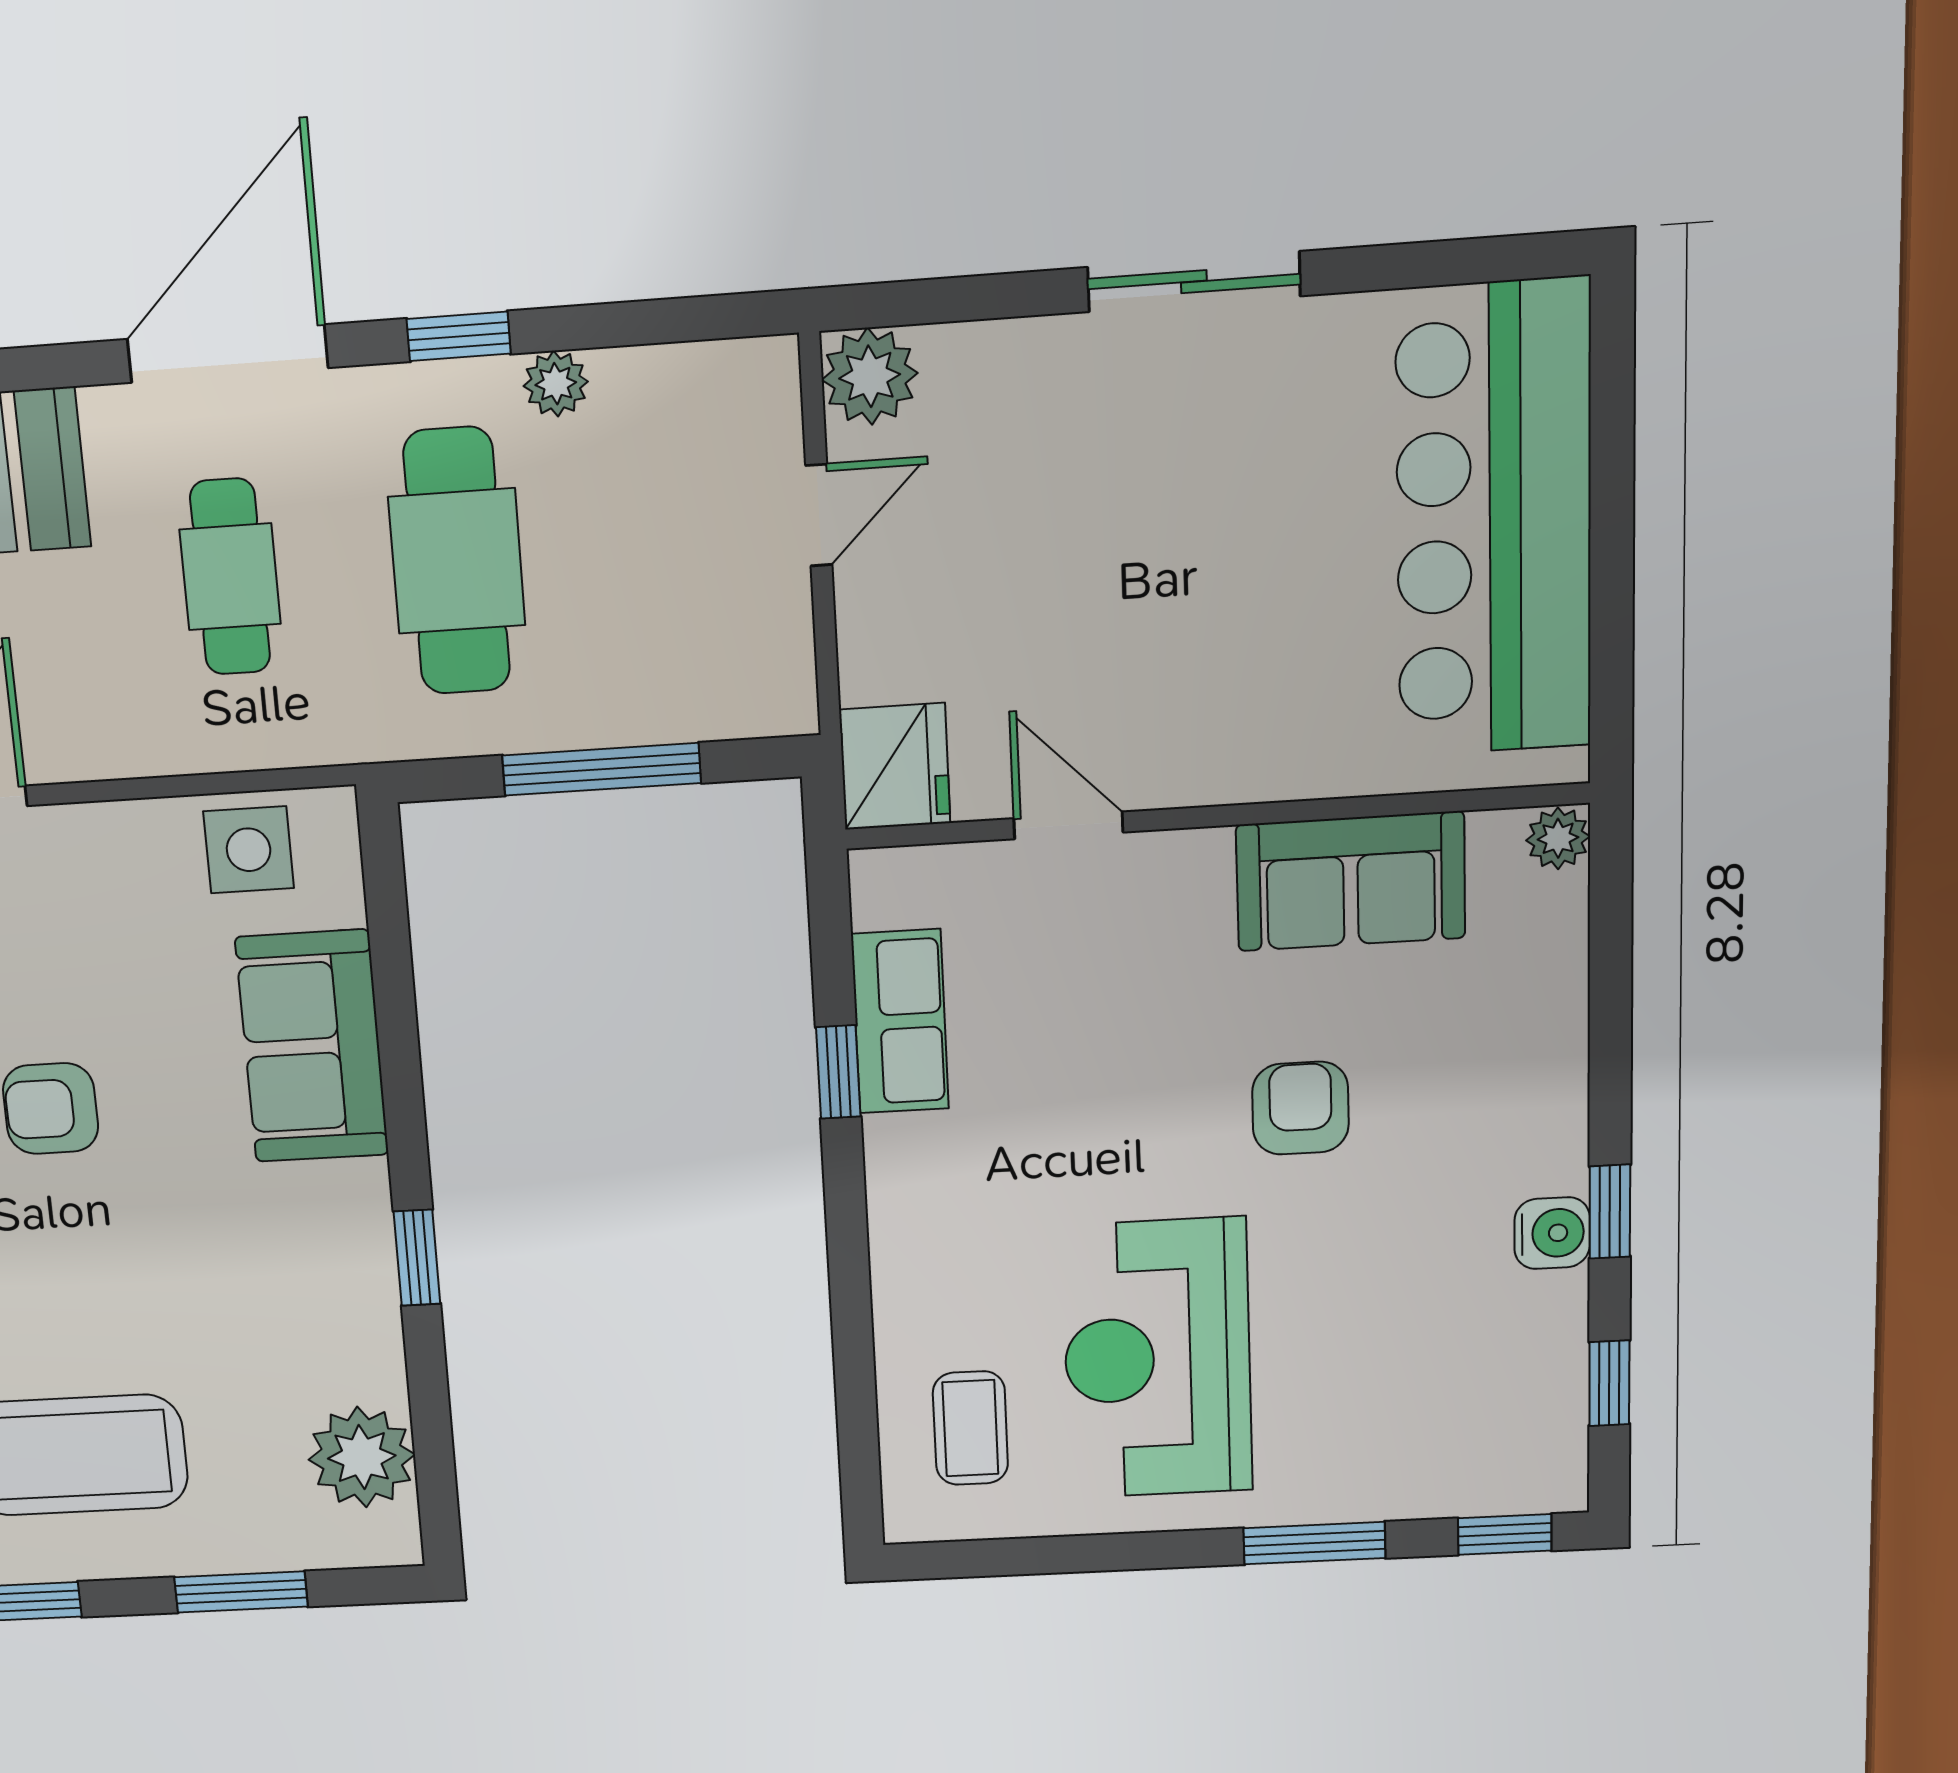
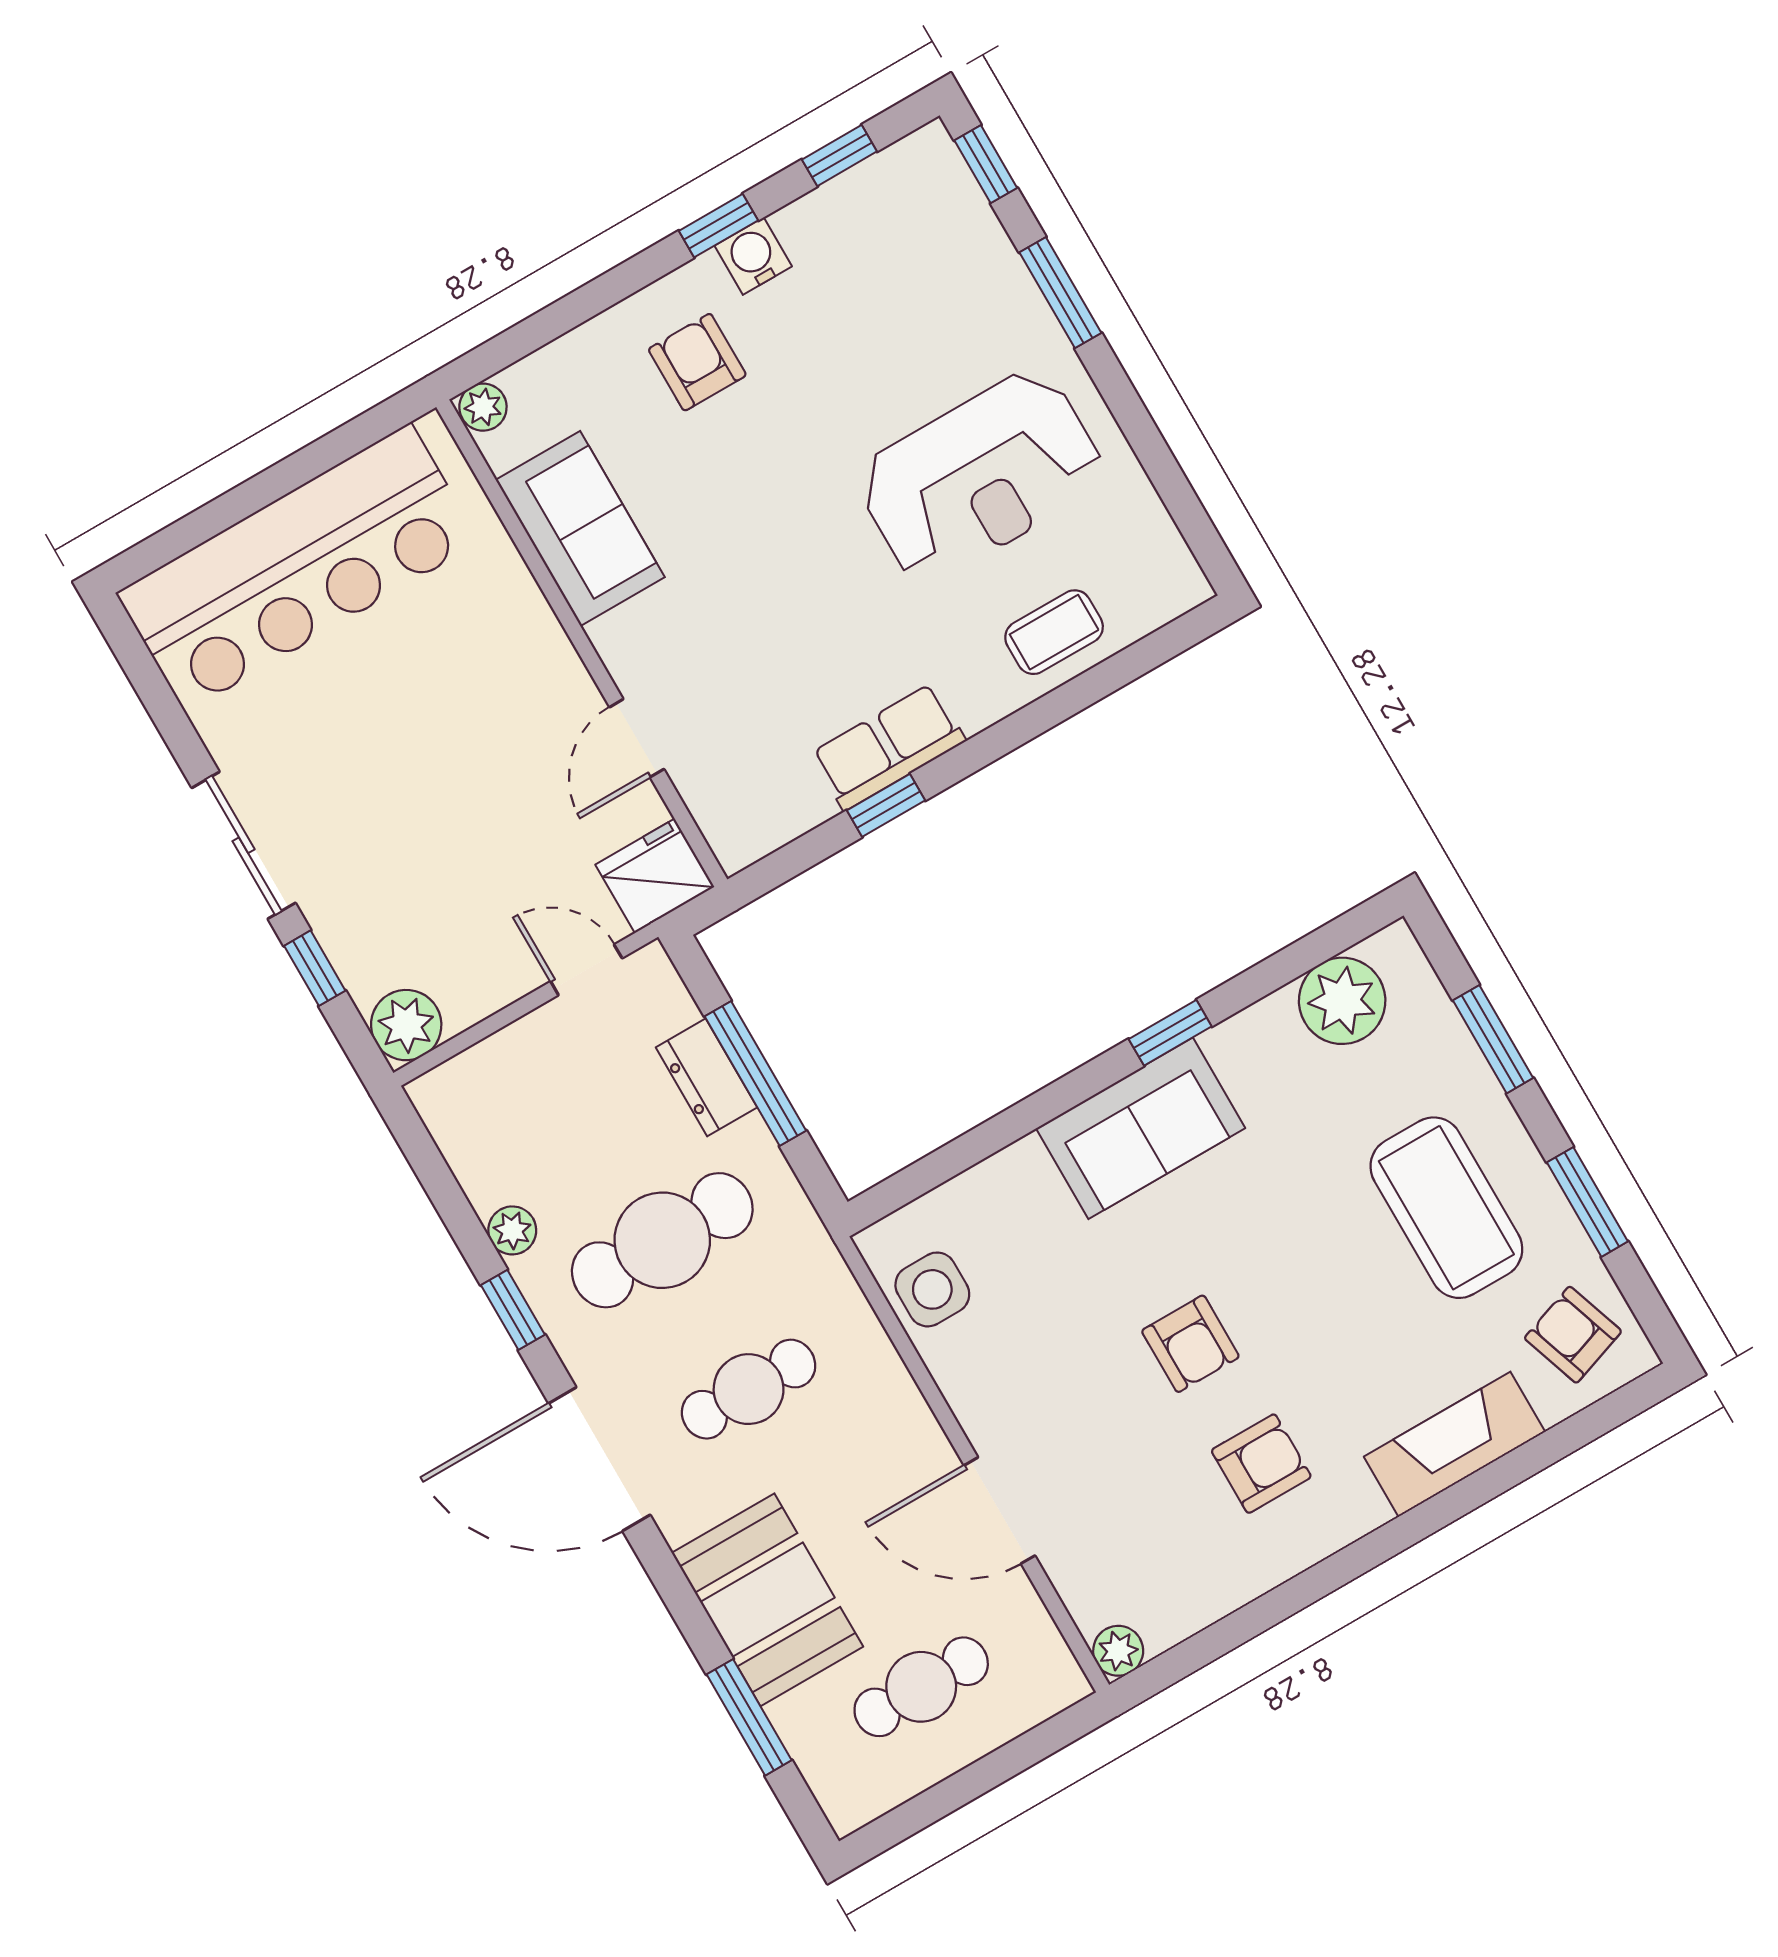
window: (997, 296) -> (315, 968), added
door: (819, 515) -> (586, 970), moved
dresser: (625, 709) -> (706, 1077), added
row of seats: (900, 1021) -> (888, 747), moved
sofa: (312, 1046) -> (1141, 1128), moved
armchair: (1300, 1108) -> (697, 362), moved, turned 90
coffee table: (970, 1428) -> (1054, 632), moved

